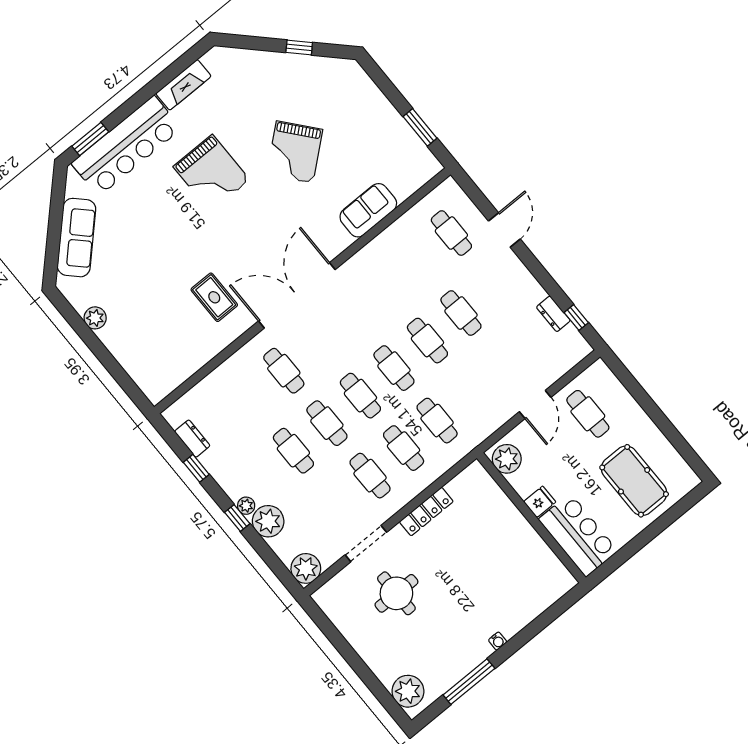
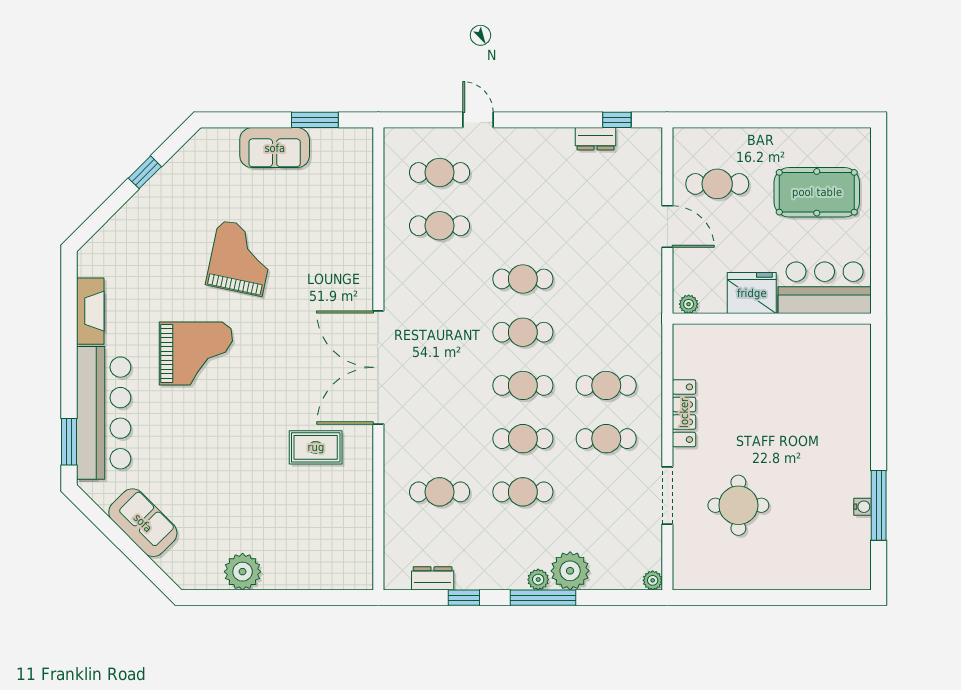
grand piano: (295, 152) -> (240, 258), turned -128
sofa: (368, 210) -> (275, 148), moved, turned -90
door: (504, 230) -> (478, 120), width x0.73
sofa: (77, 238) -> (143, 523), width x0.73
cafe table: (461, 313) -> (440, 226), moved
plant: (95, 318) -> (243, 572), width x1.36, depth x1.36
cafe table: (284, 371) -> (440, 492), moved
cafe table: (437, 421) -> (606, 332), removed
plant: (507, 459) -> (689, 304), width x0.53, depth x0.53
fridge: (540, 502) -> (752, 293), width x1.88, depth x1.34
window: (237, 518) -> (543, 598), width x2.17
plant: (306, 568) -> (653, 580), width x0.53, depth x0.53
water cooler: (498, 641) -> (862, 507), moved
plant: (408, 691) -> (840, 571), removed

